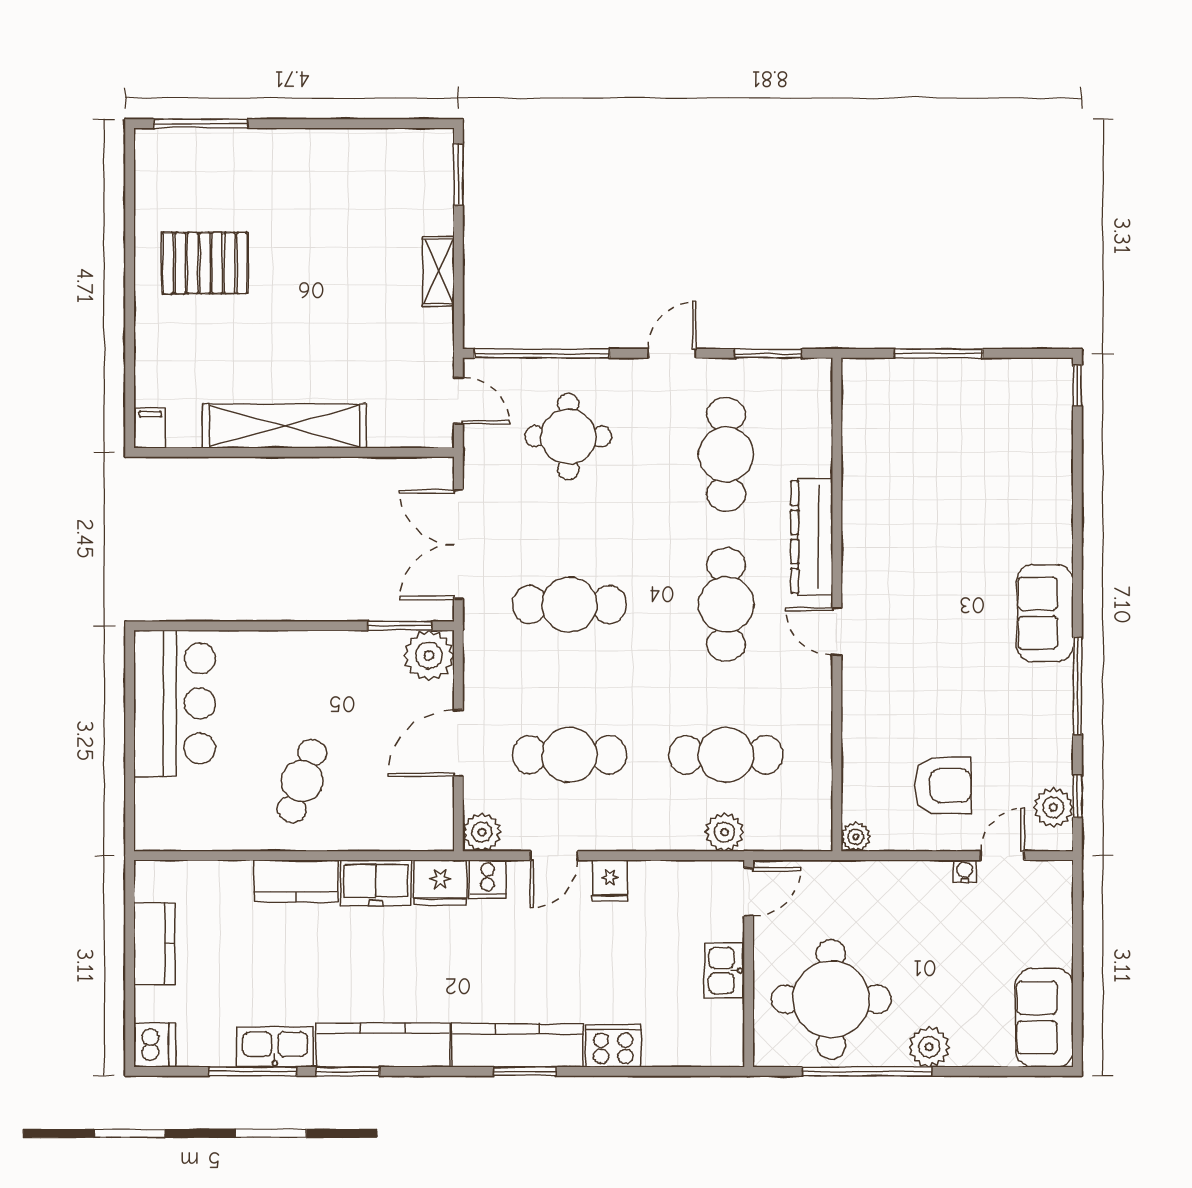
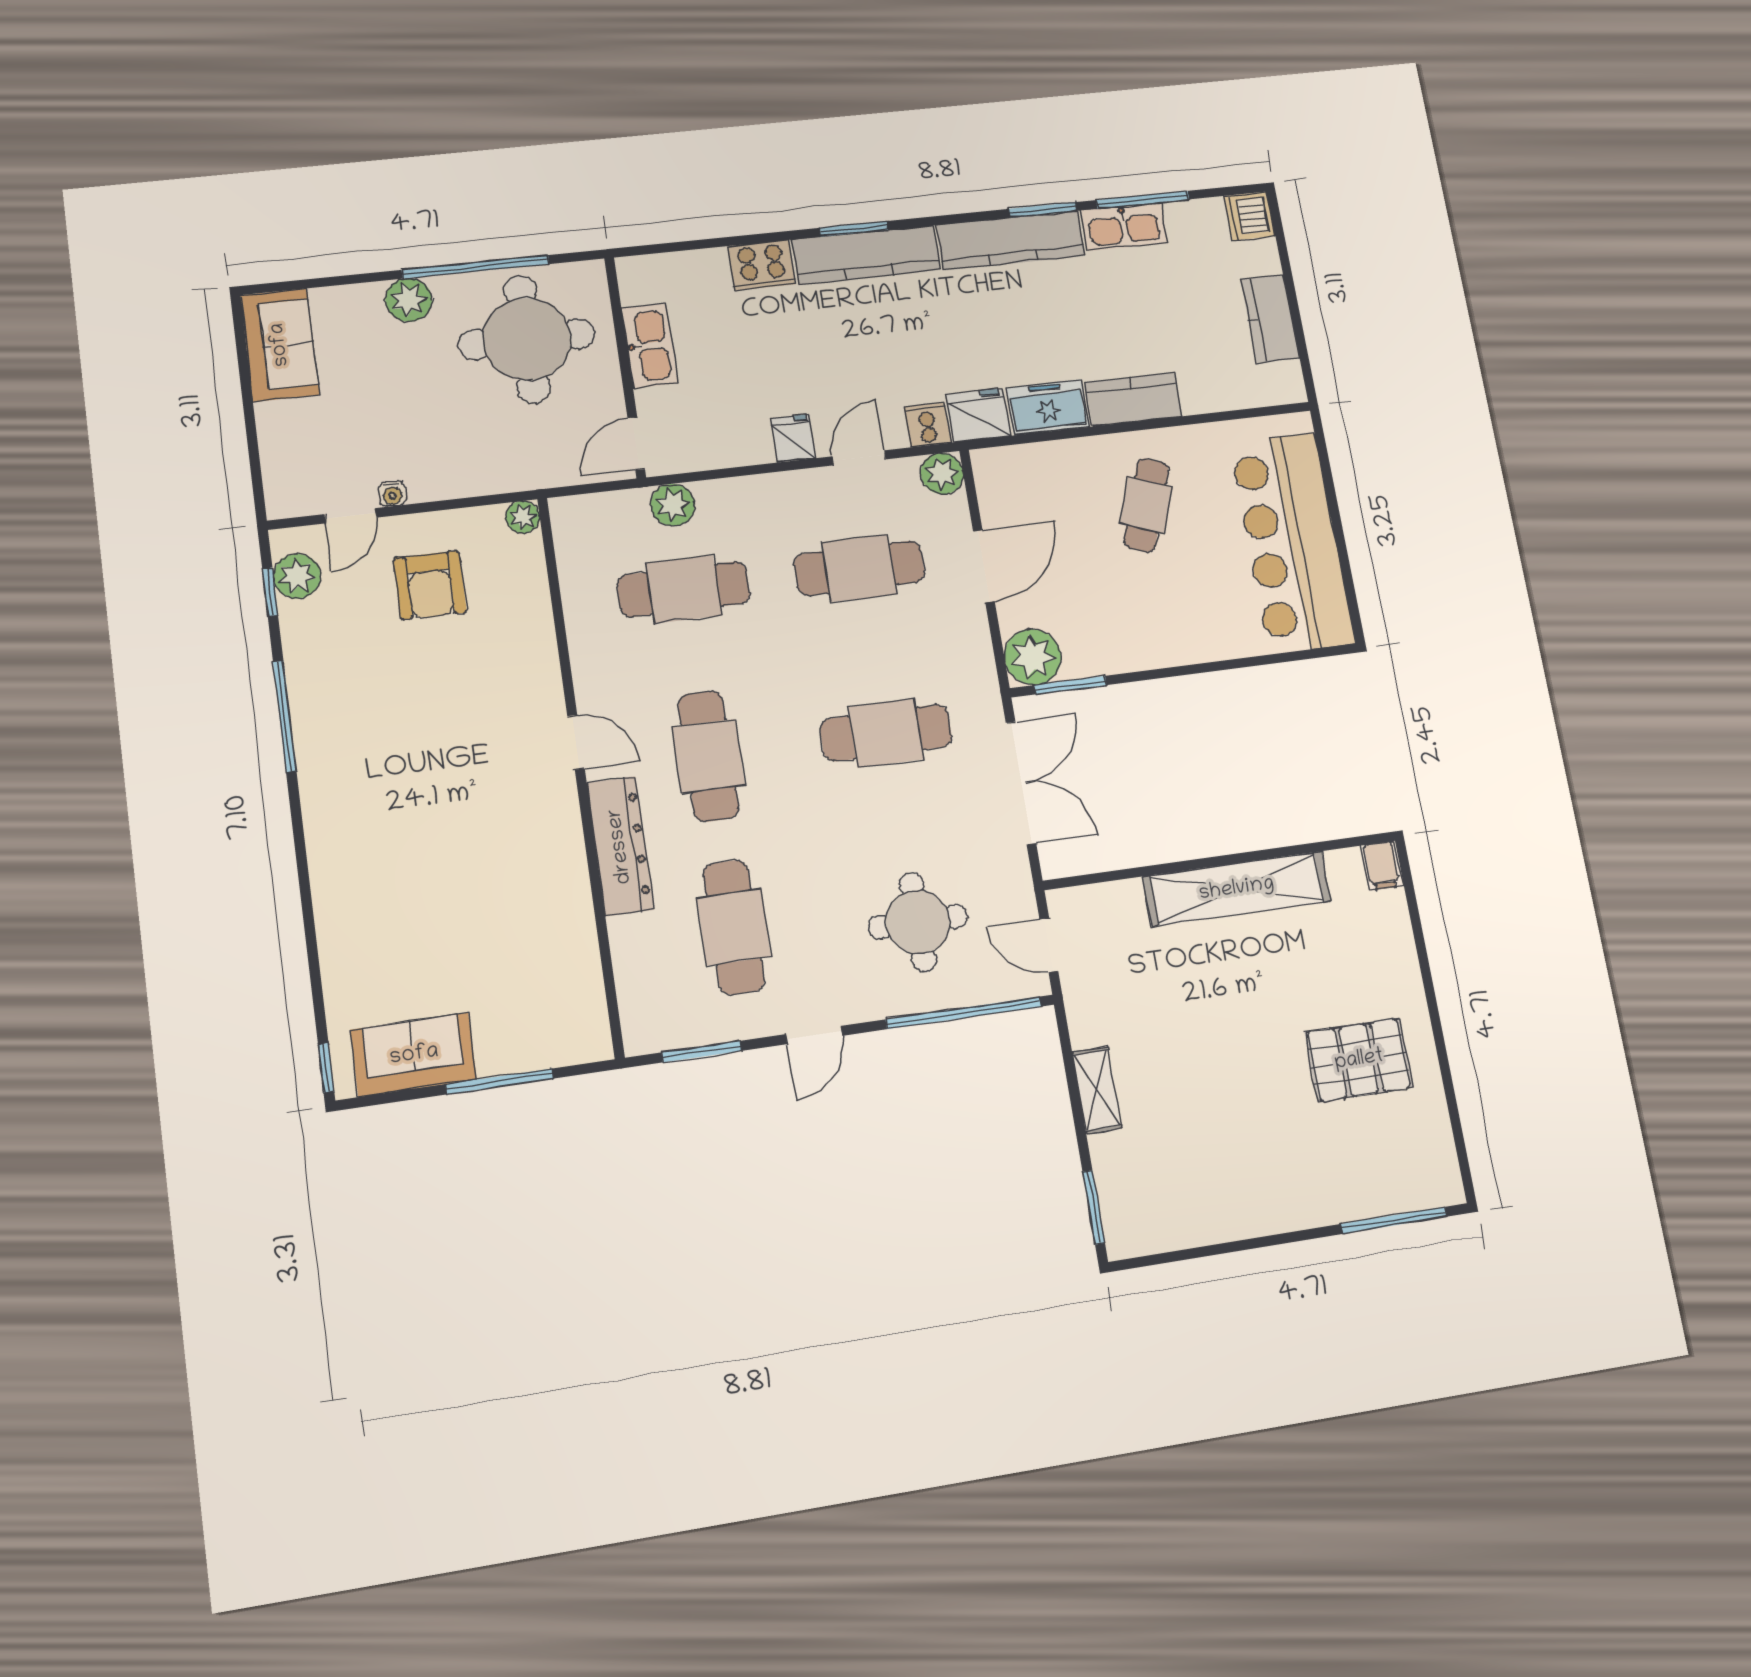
sofa: (1045, 613) -> (414, 1055), moved, turned -90
bar counter: (175, 703) -> (1292, 543), width x1.36
armchair: (943, 785) -> (430, 585), turned -90
kitchen sink: (724, 971) -> (649, 346), width x1.38

